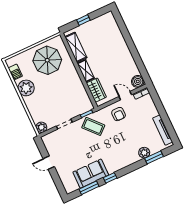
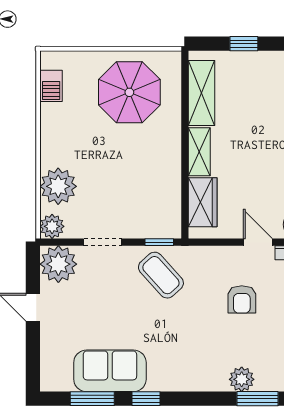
plant: (26, 88) -> (58, 186), moved
armchair: (119, 114) -> (242, 299), moved
plant: (51, 141) -> (58, 264), added

